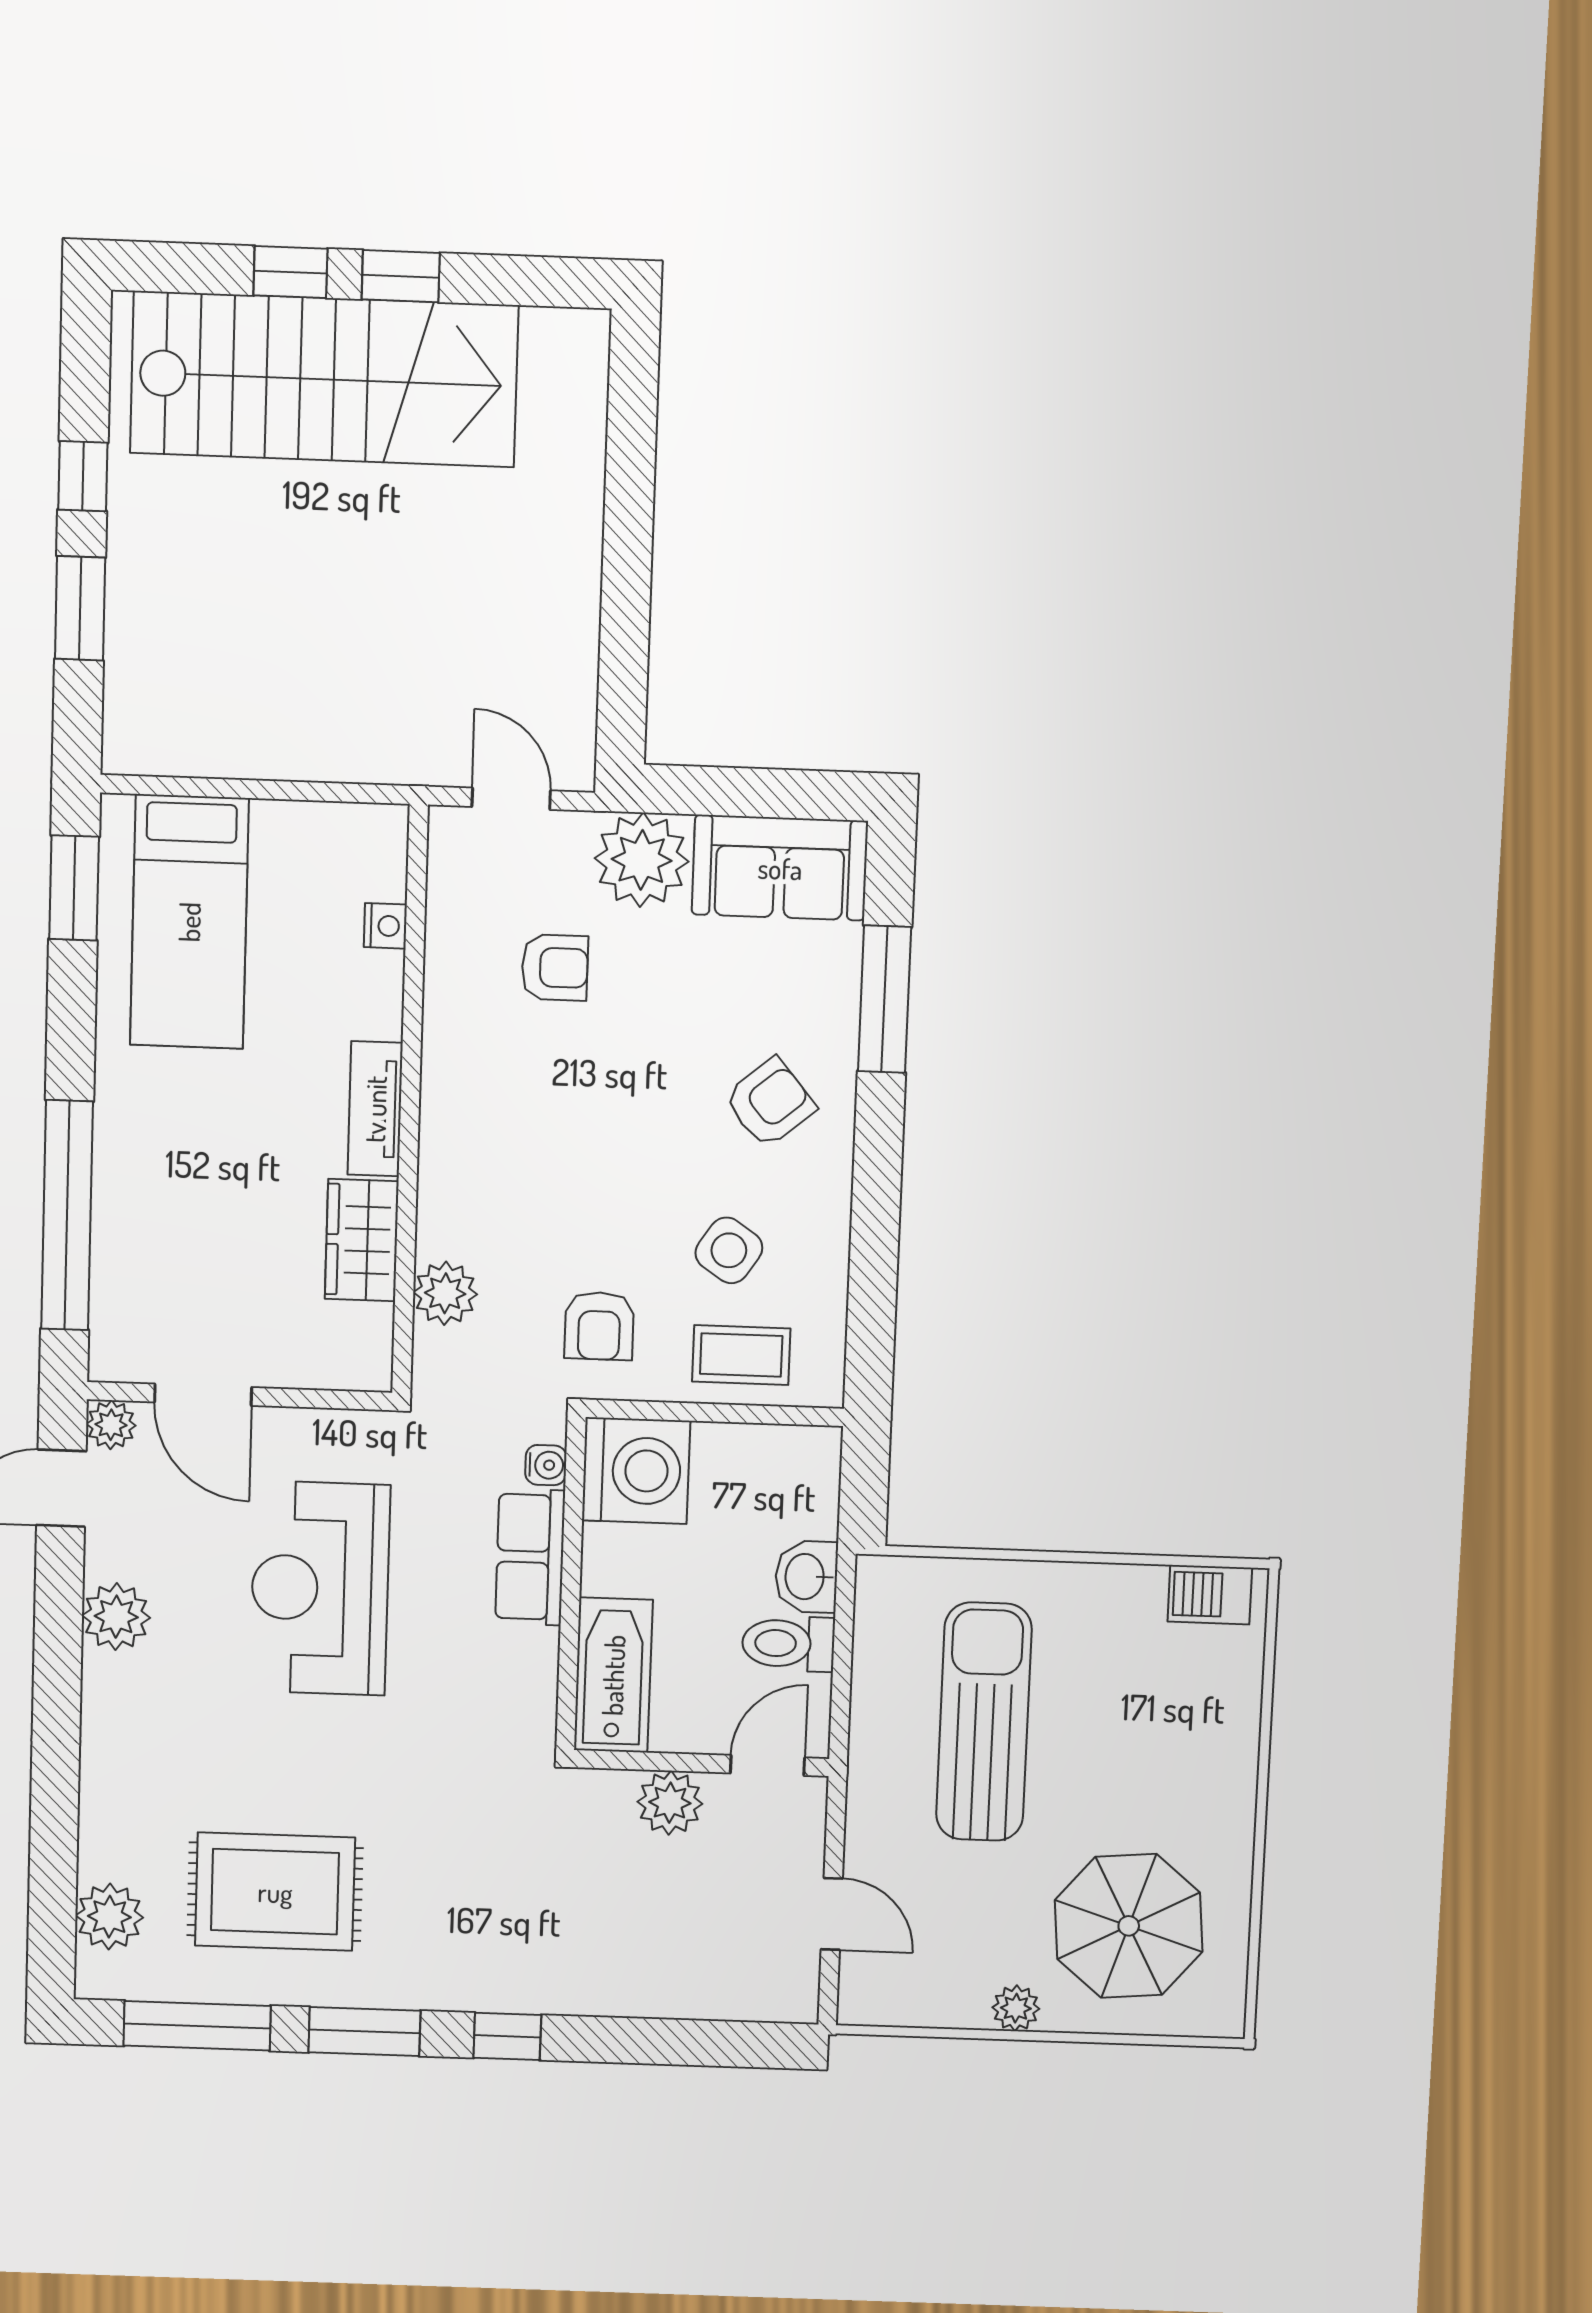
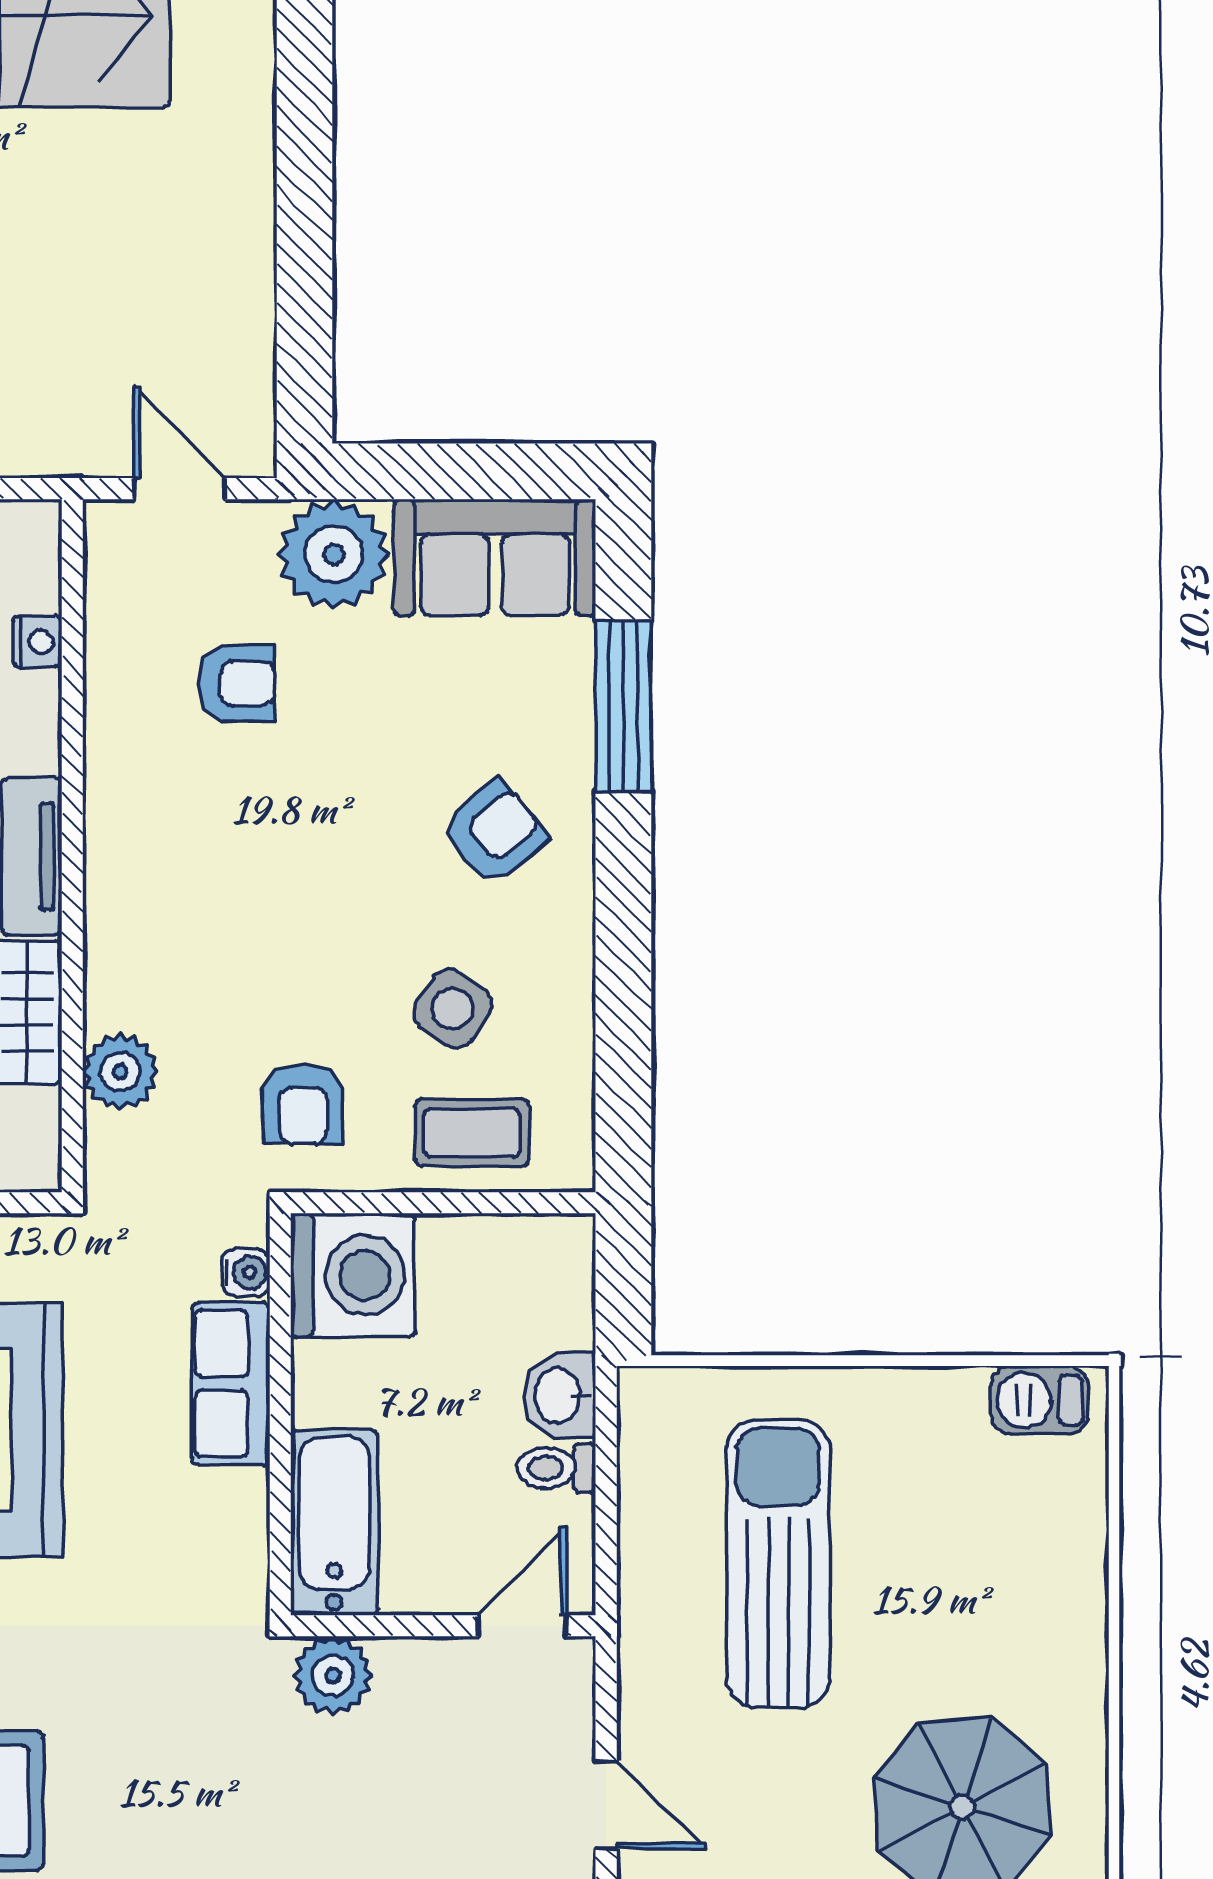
toilet: (788, 1644) -> (556, 1468), width x0.73, depth x0.72
plant: (670, 1803) -> (333, 1675), moved

